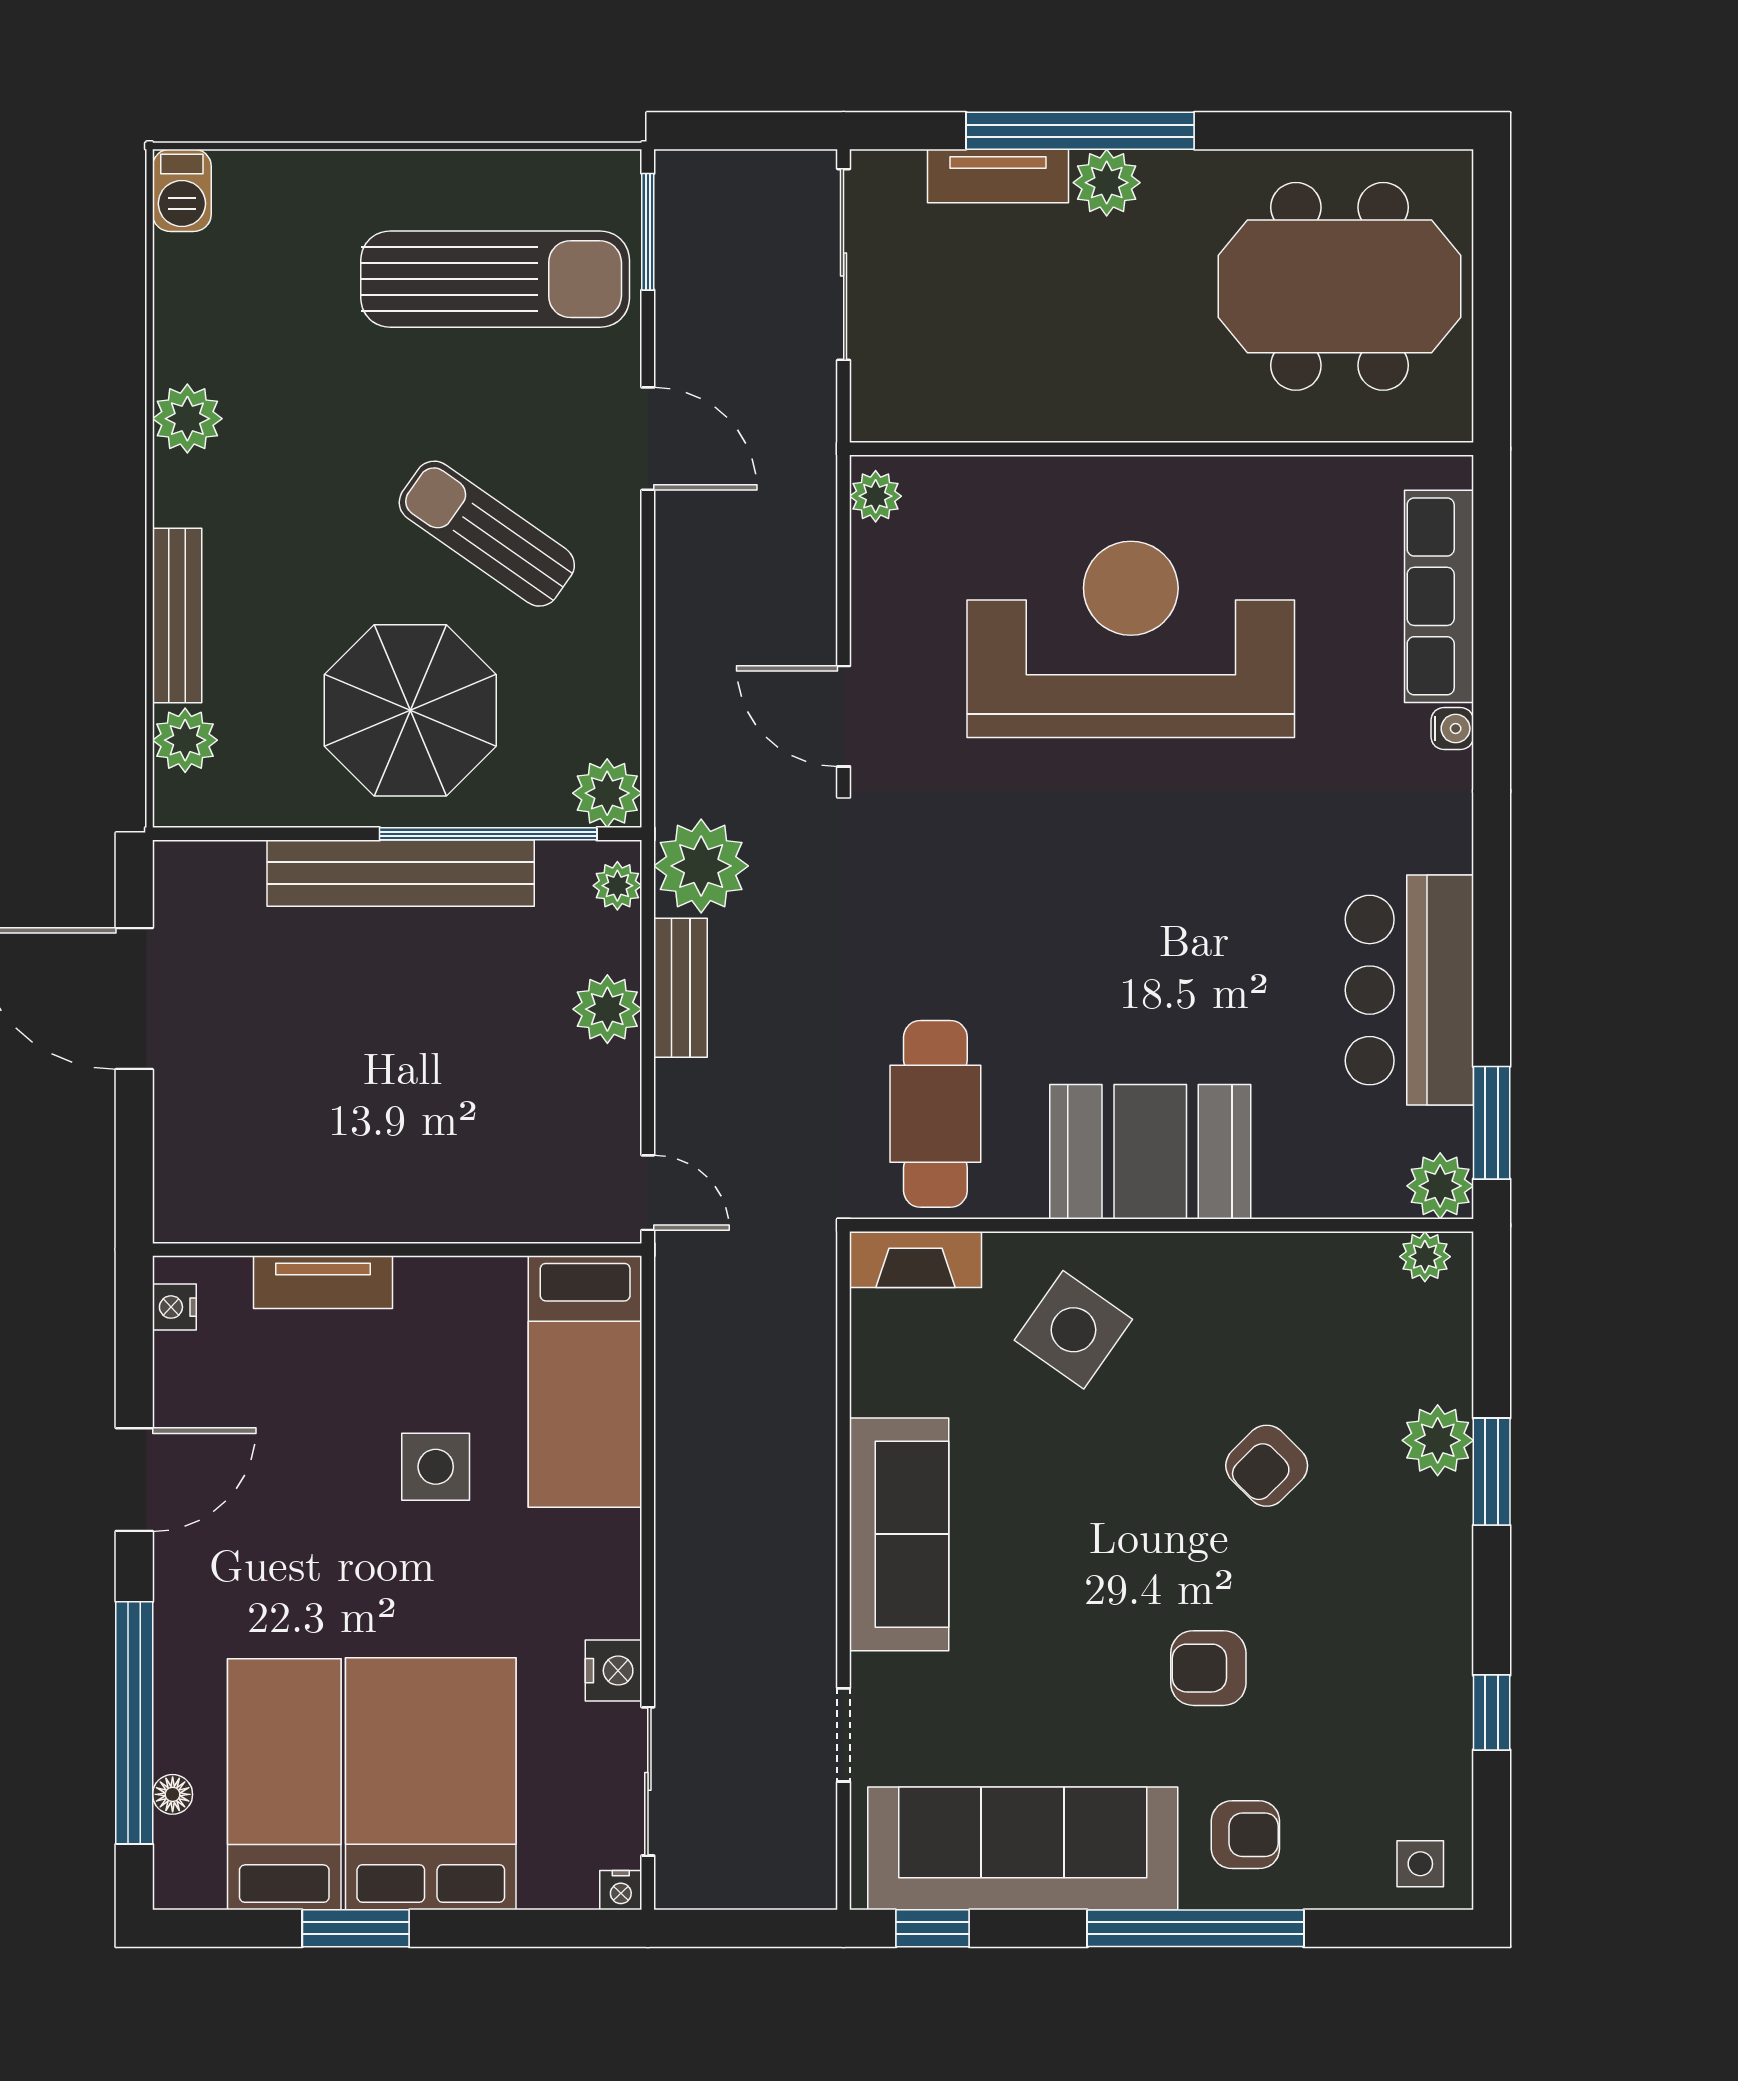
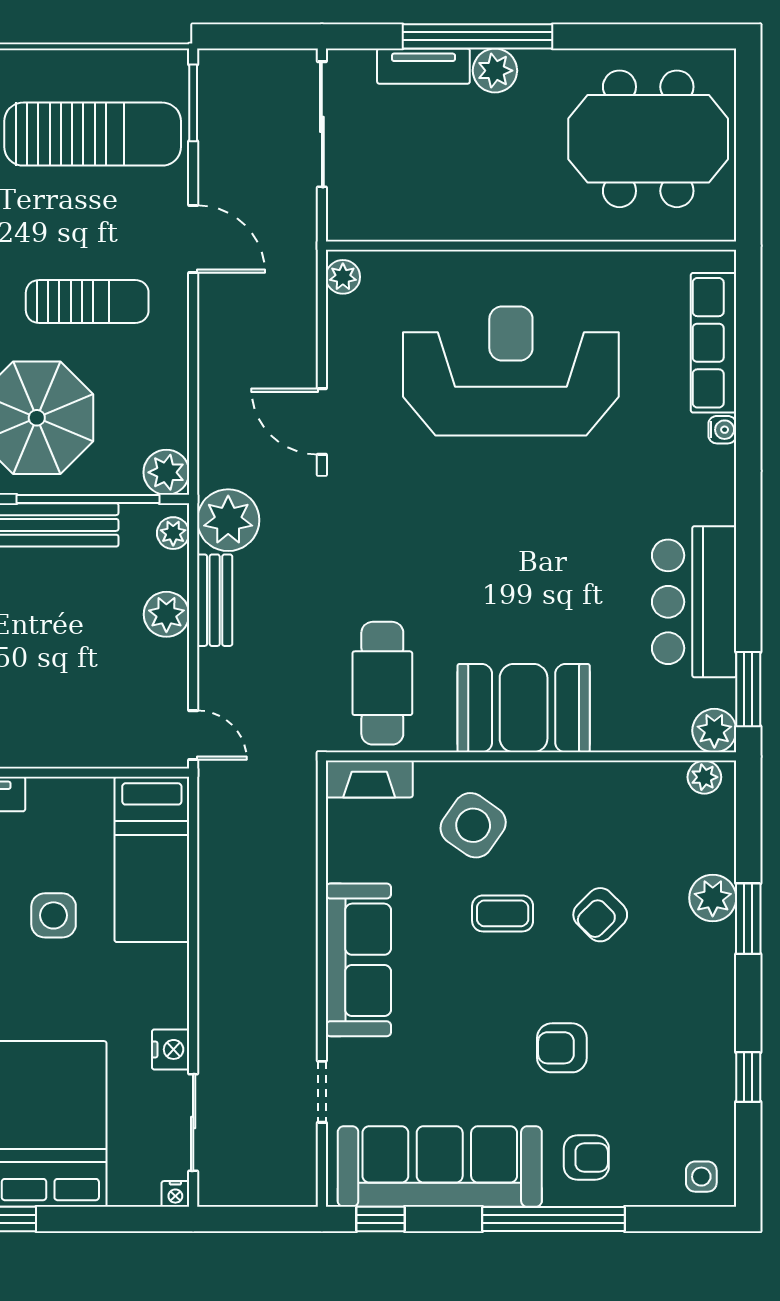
sun lounger: (487, 534) -> (87, 301), turned 145
coffee table: (1118, 1464) -> (503, 913), added

